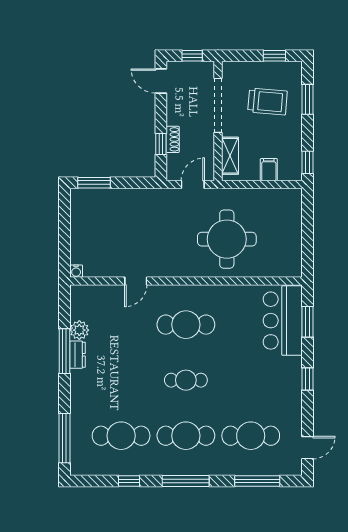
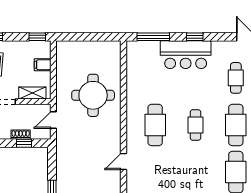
door: (193, 184) -> (53, 120), hinge flipped
door: (136, 281) -> (123, 161), swing flipped
bar counter: (283, 321) -> (186, 55), moved
window: (307, 322) -> (153, 37), width x1.44
cafe table: (251, 436) -> (236, 78), width x0.73, depth x0.74

